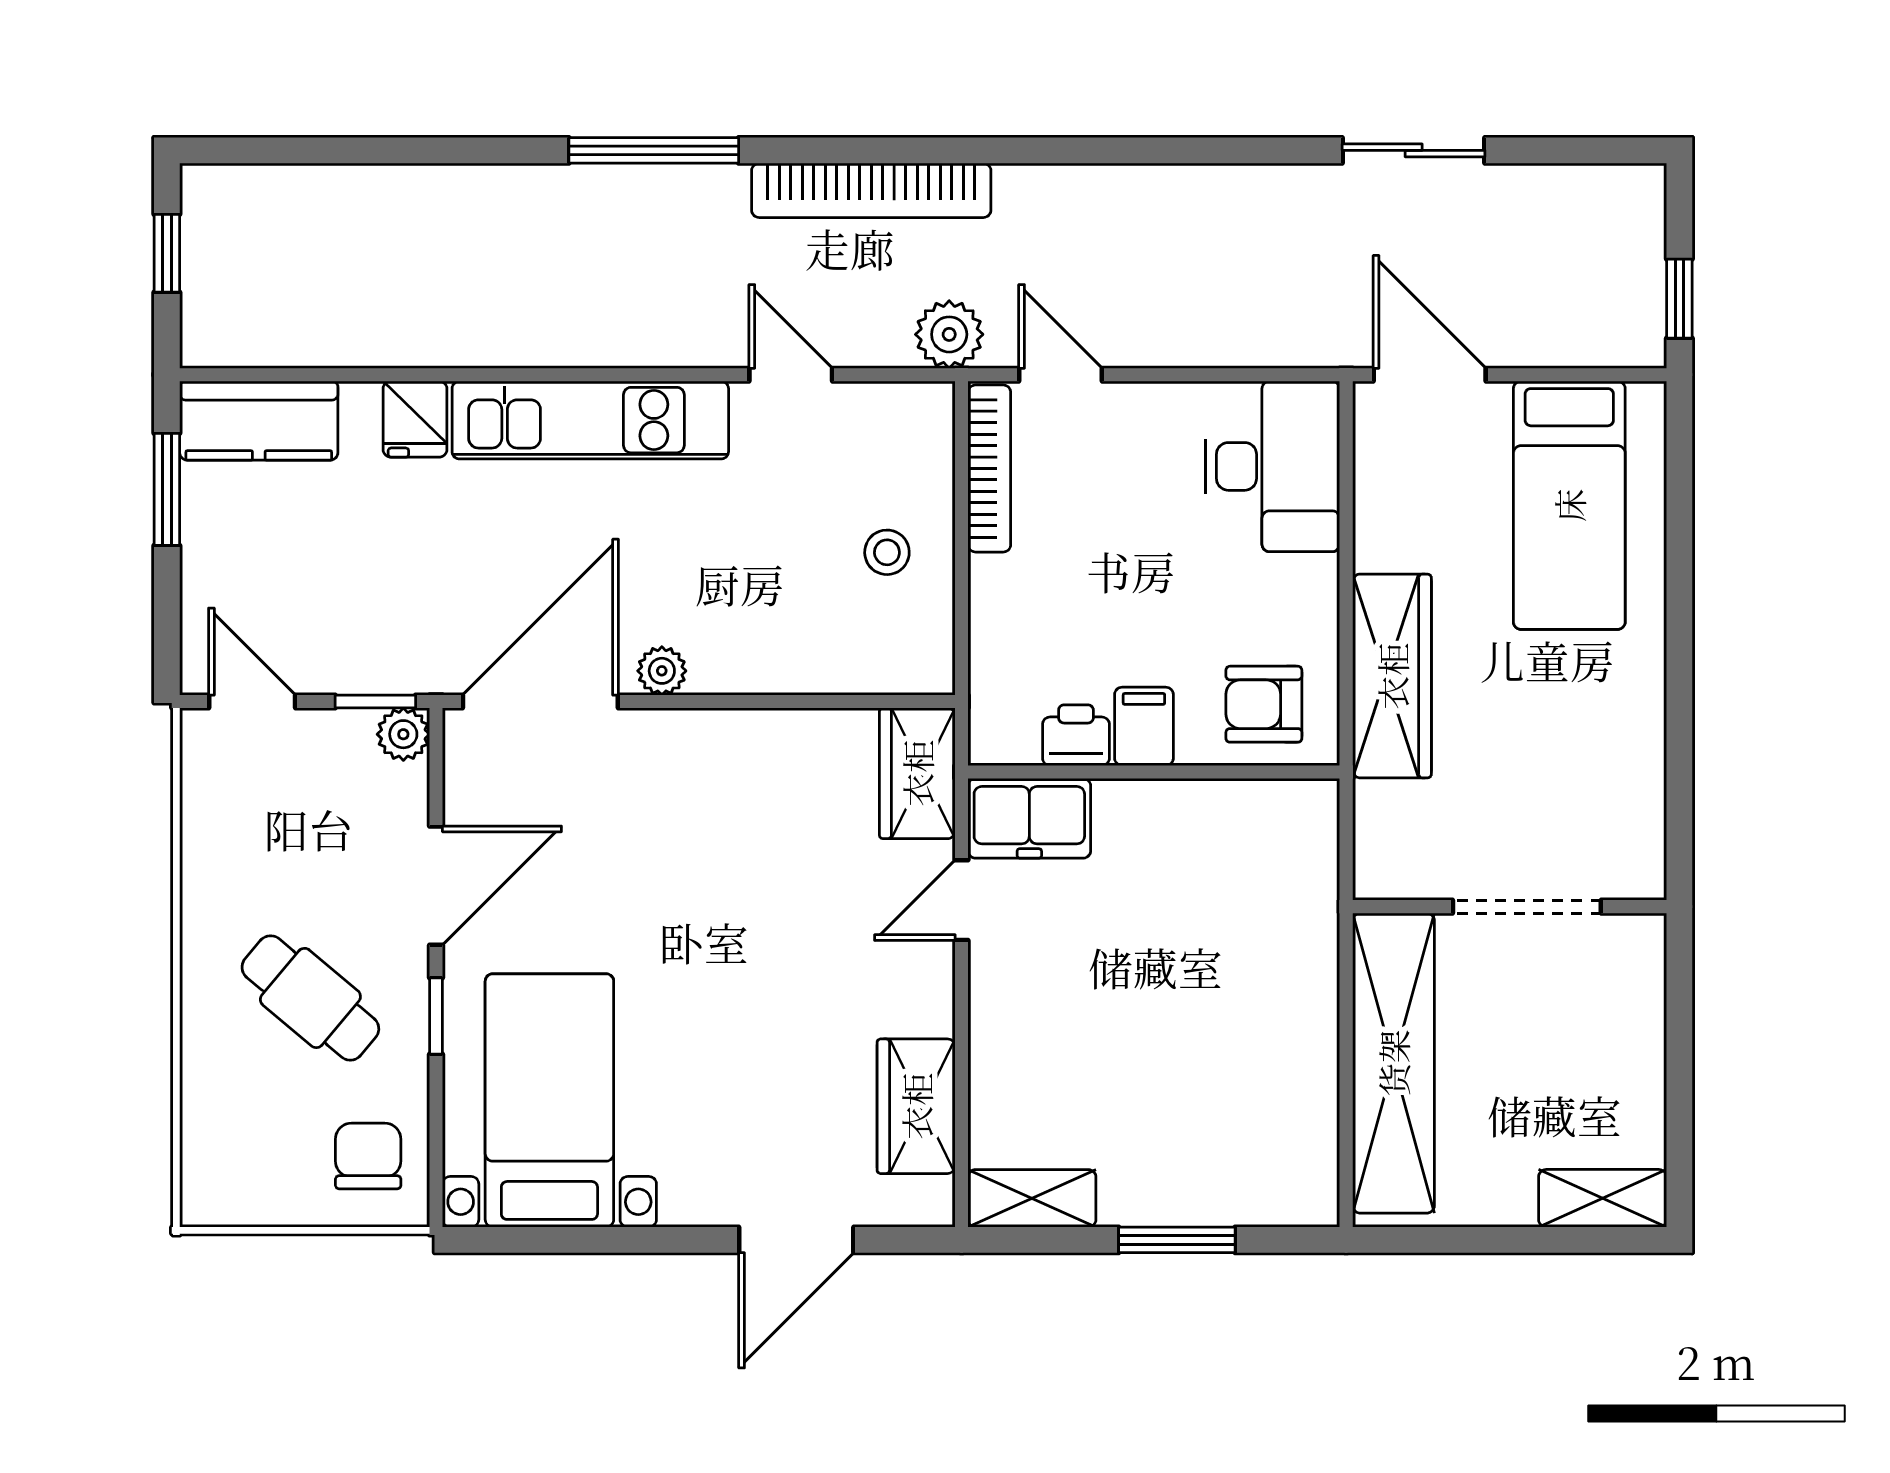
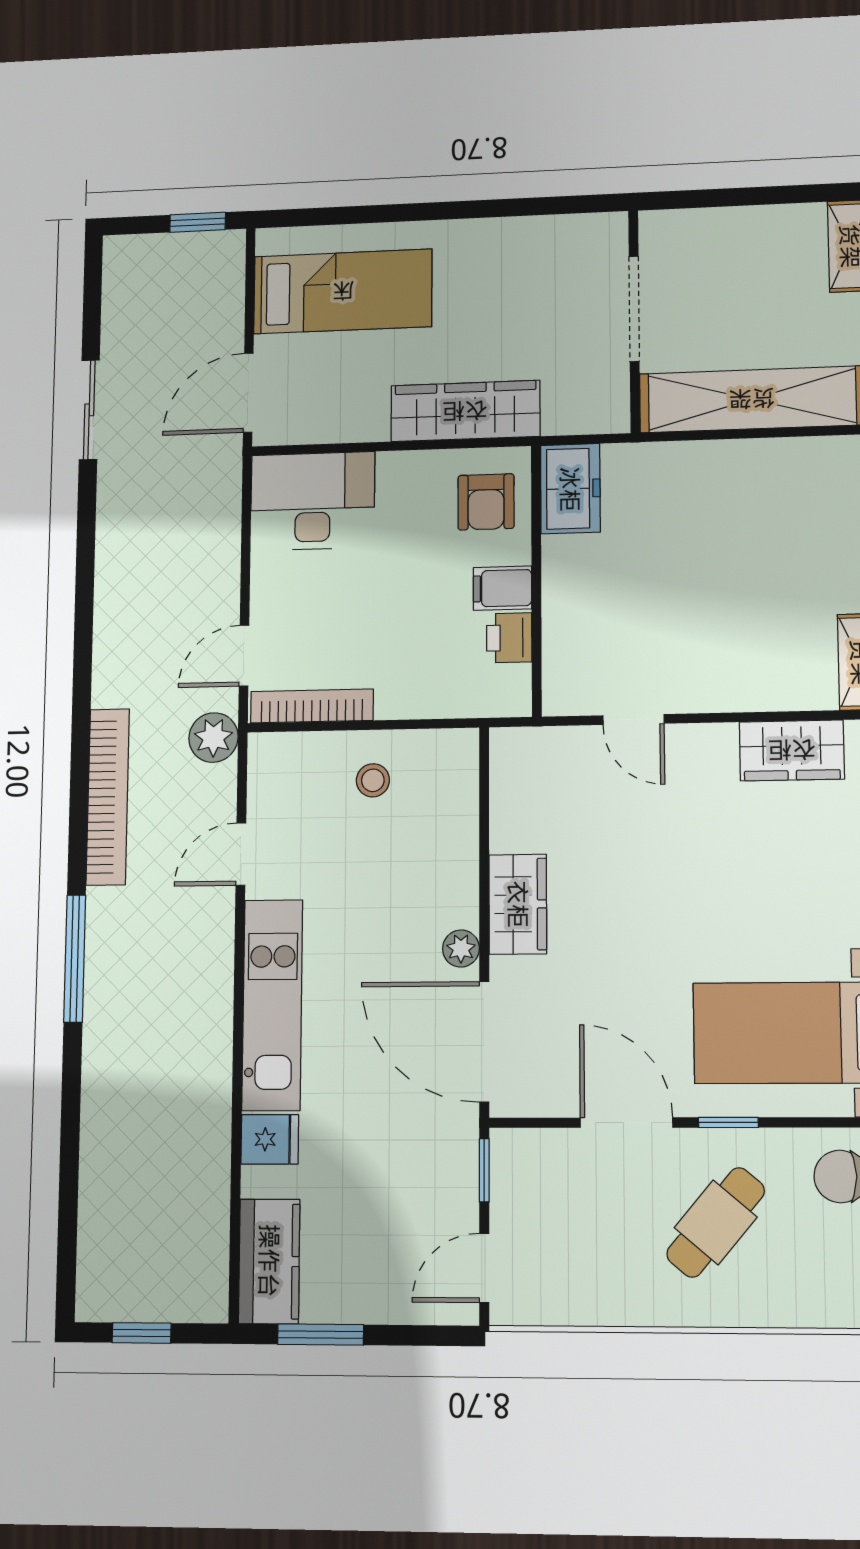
plant: (403, 734) -> (509, 1148), removed
wardrobe: (917, 773) -> (518, 904), moved, turned -90
freezer: (1029, 818) -> (570, 489), moved

